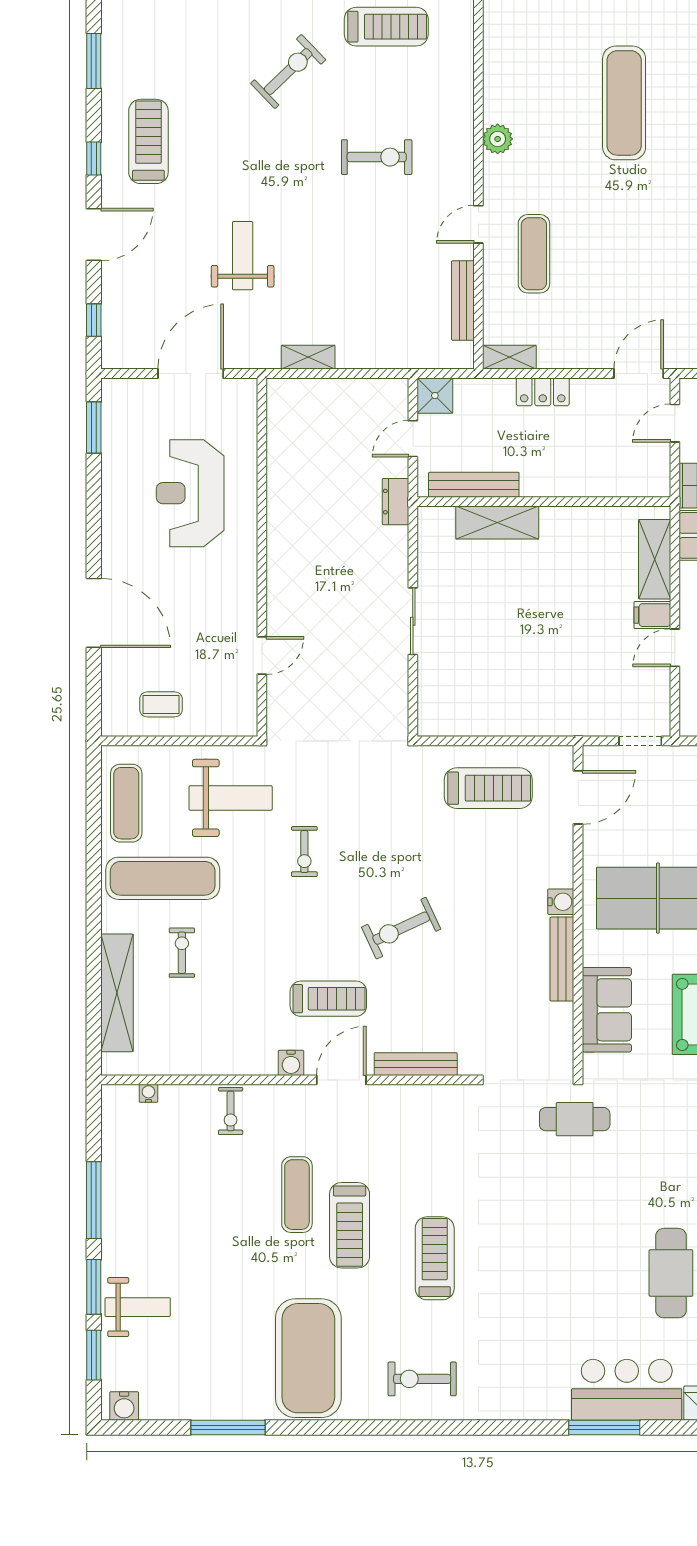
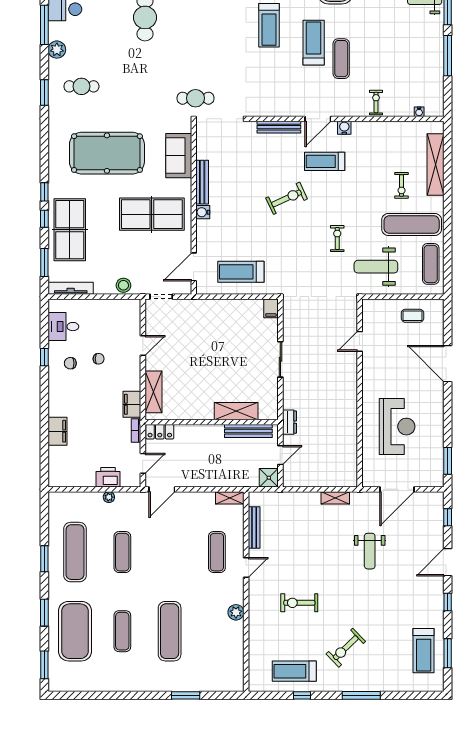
treadmill: (148, 141) -> (424, 651), moved
locker: (543, 392) -> (160, 432), moved, turned 180
filing cabinet: (652, 615) -> (271, 308), moved, turned 90

